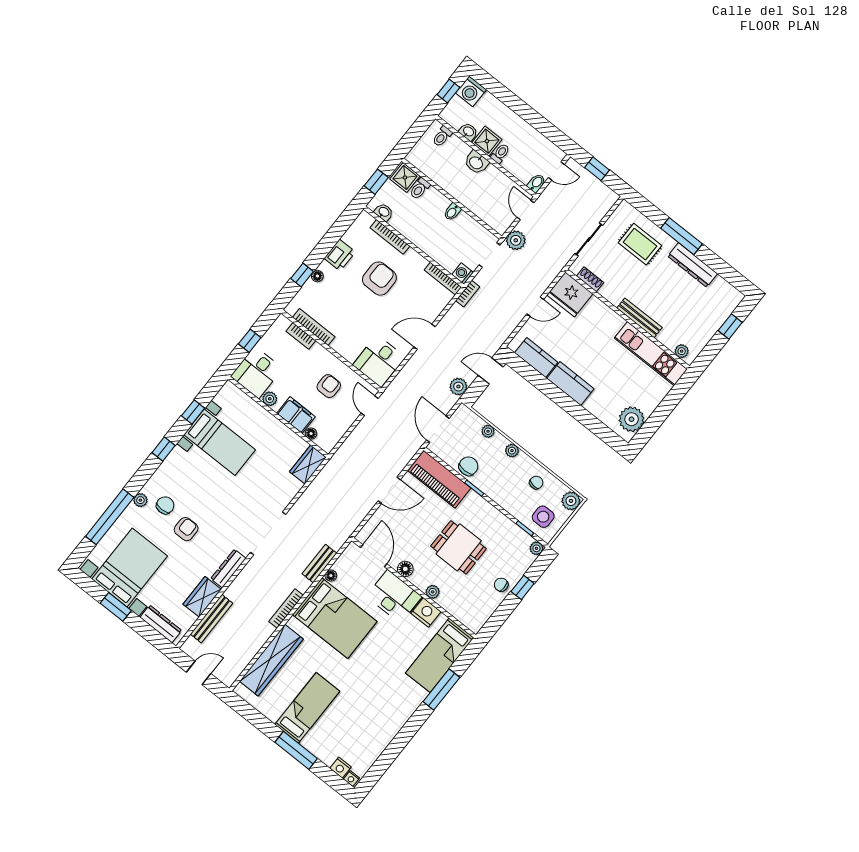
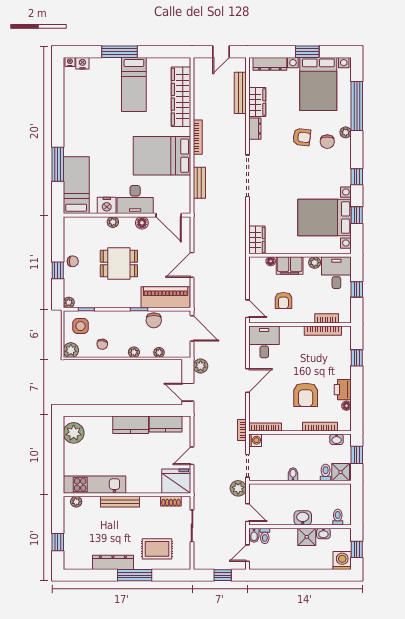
toilet: (500, 153) -> (265, 536), moved
floor lamp: (317, 276) -> (346, 406), moved
door: (491, 371) -> (188, 392), swing flipped
bed with nightstands: (220, 442) -> (325, 218), width x1.36
armchair: (186, 529) -> (302, 137), turned -83
dresser: (228, 569) -> (255, 129), width x0.70
floor lamp: (331, 576) -> (186, 181), removed

